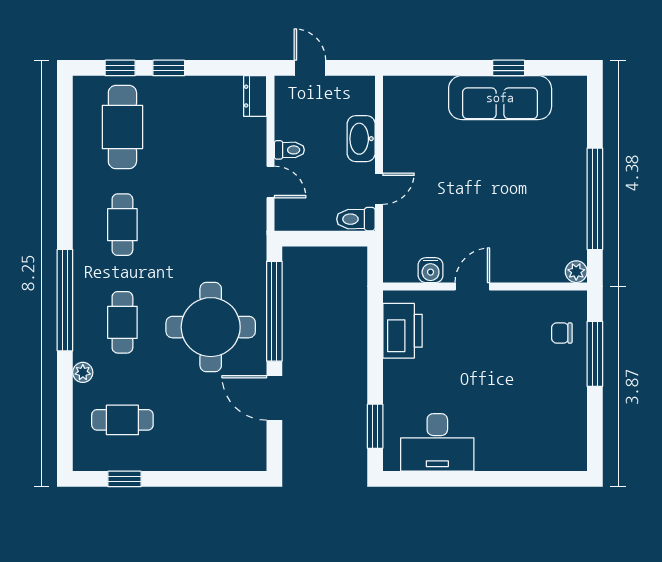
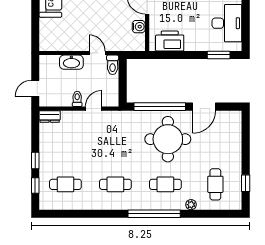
cafe table: (122, 127) -> (65, 184), width x0.73, depth x0.74

